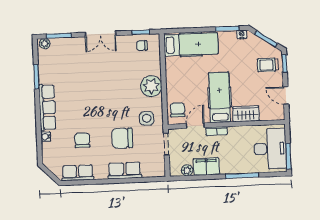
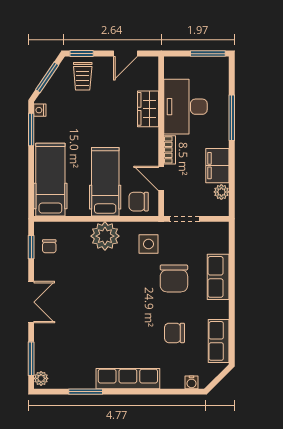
hospital bed: (220, 97) -> (105, 182), moved, turned 90
water cooler: (46, 137) -> (192, 382), moved
desk: (270, 149) -> (185, 107), moved, turned -90

